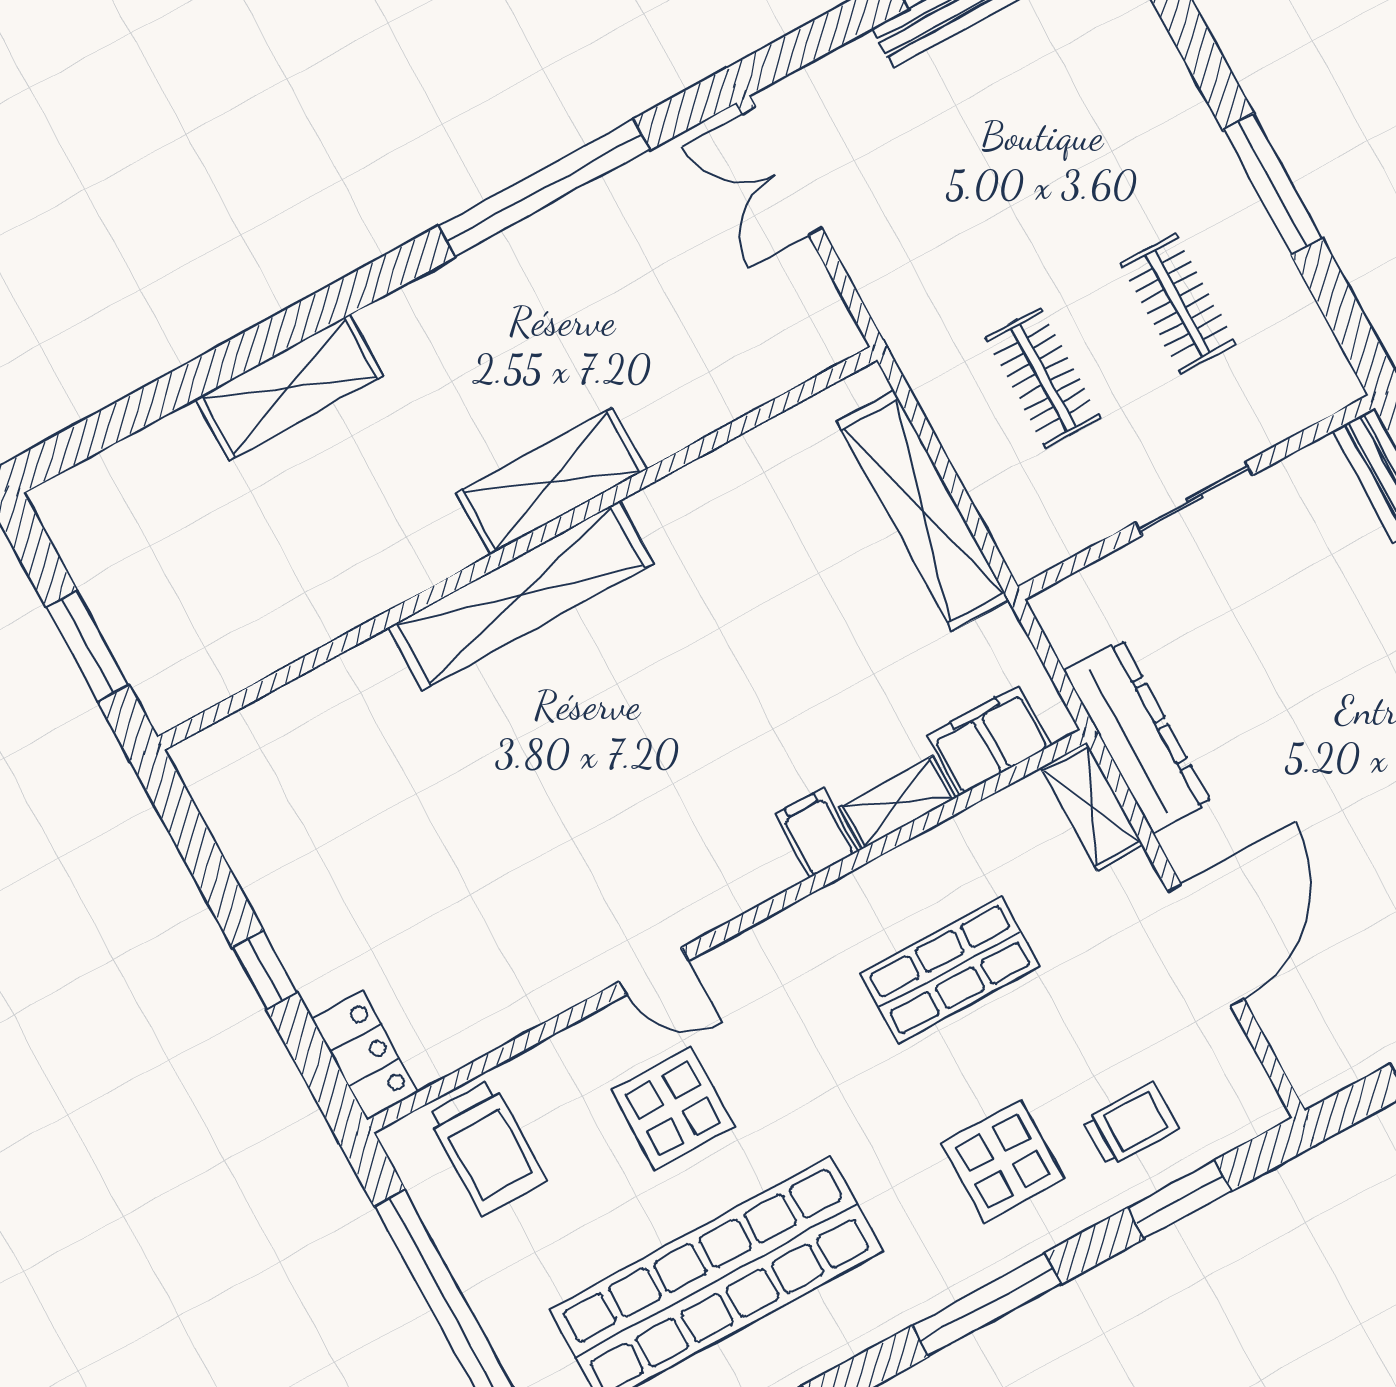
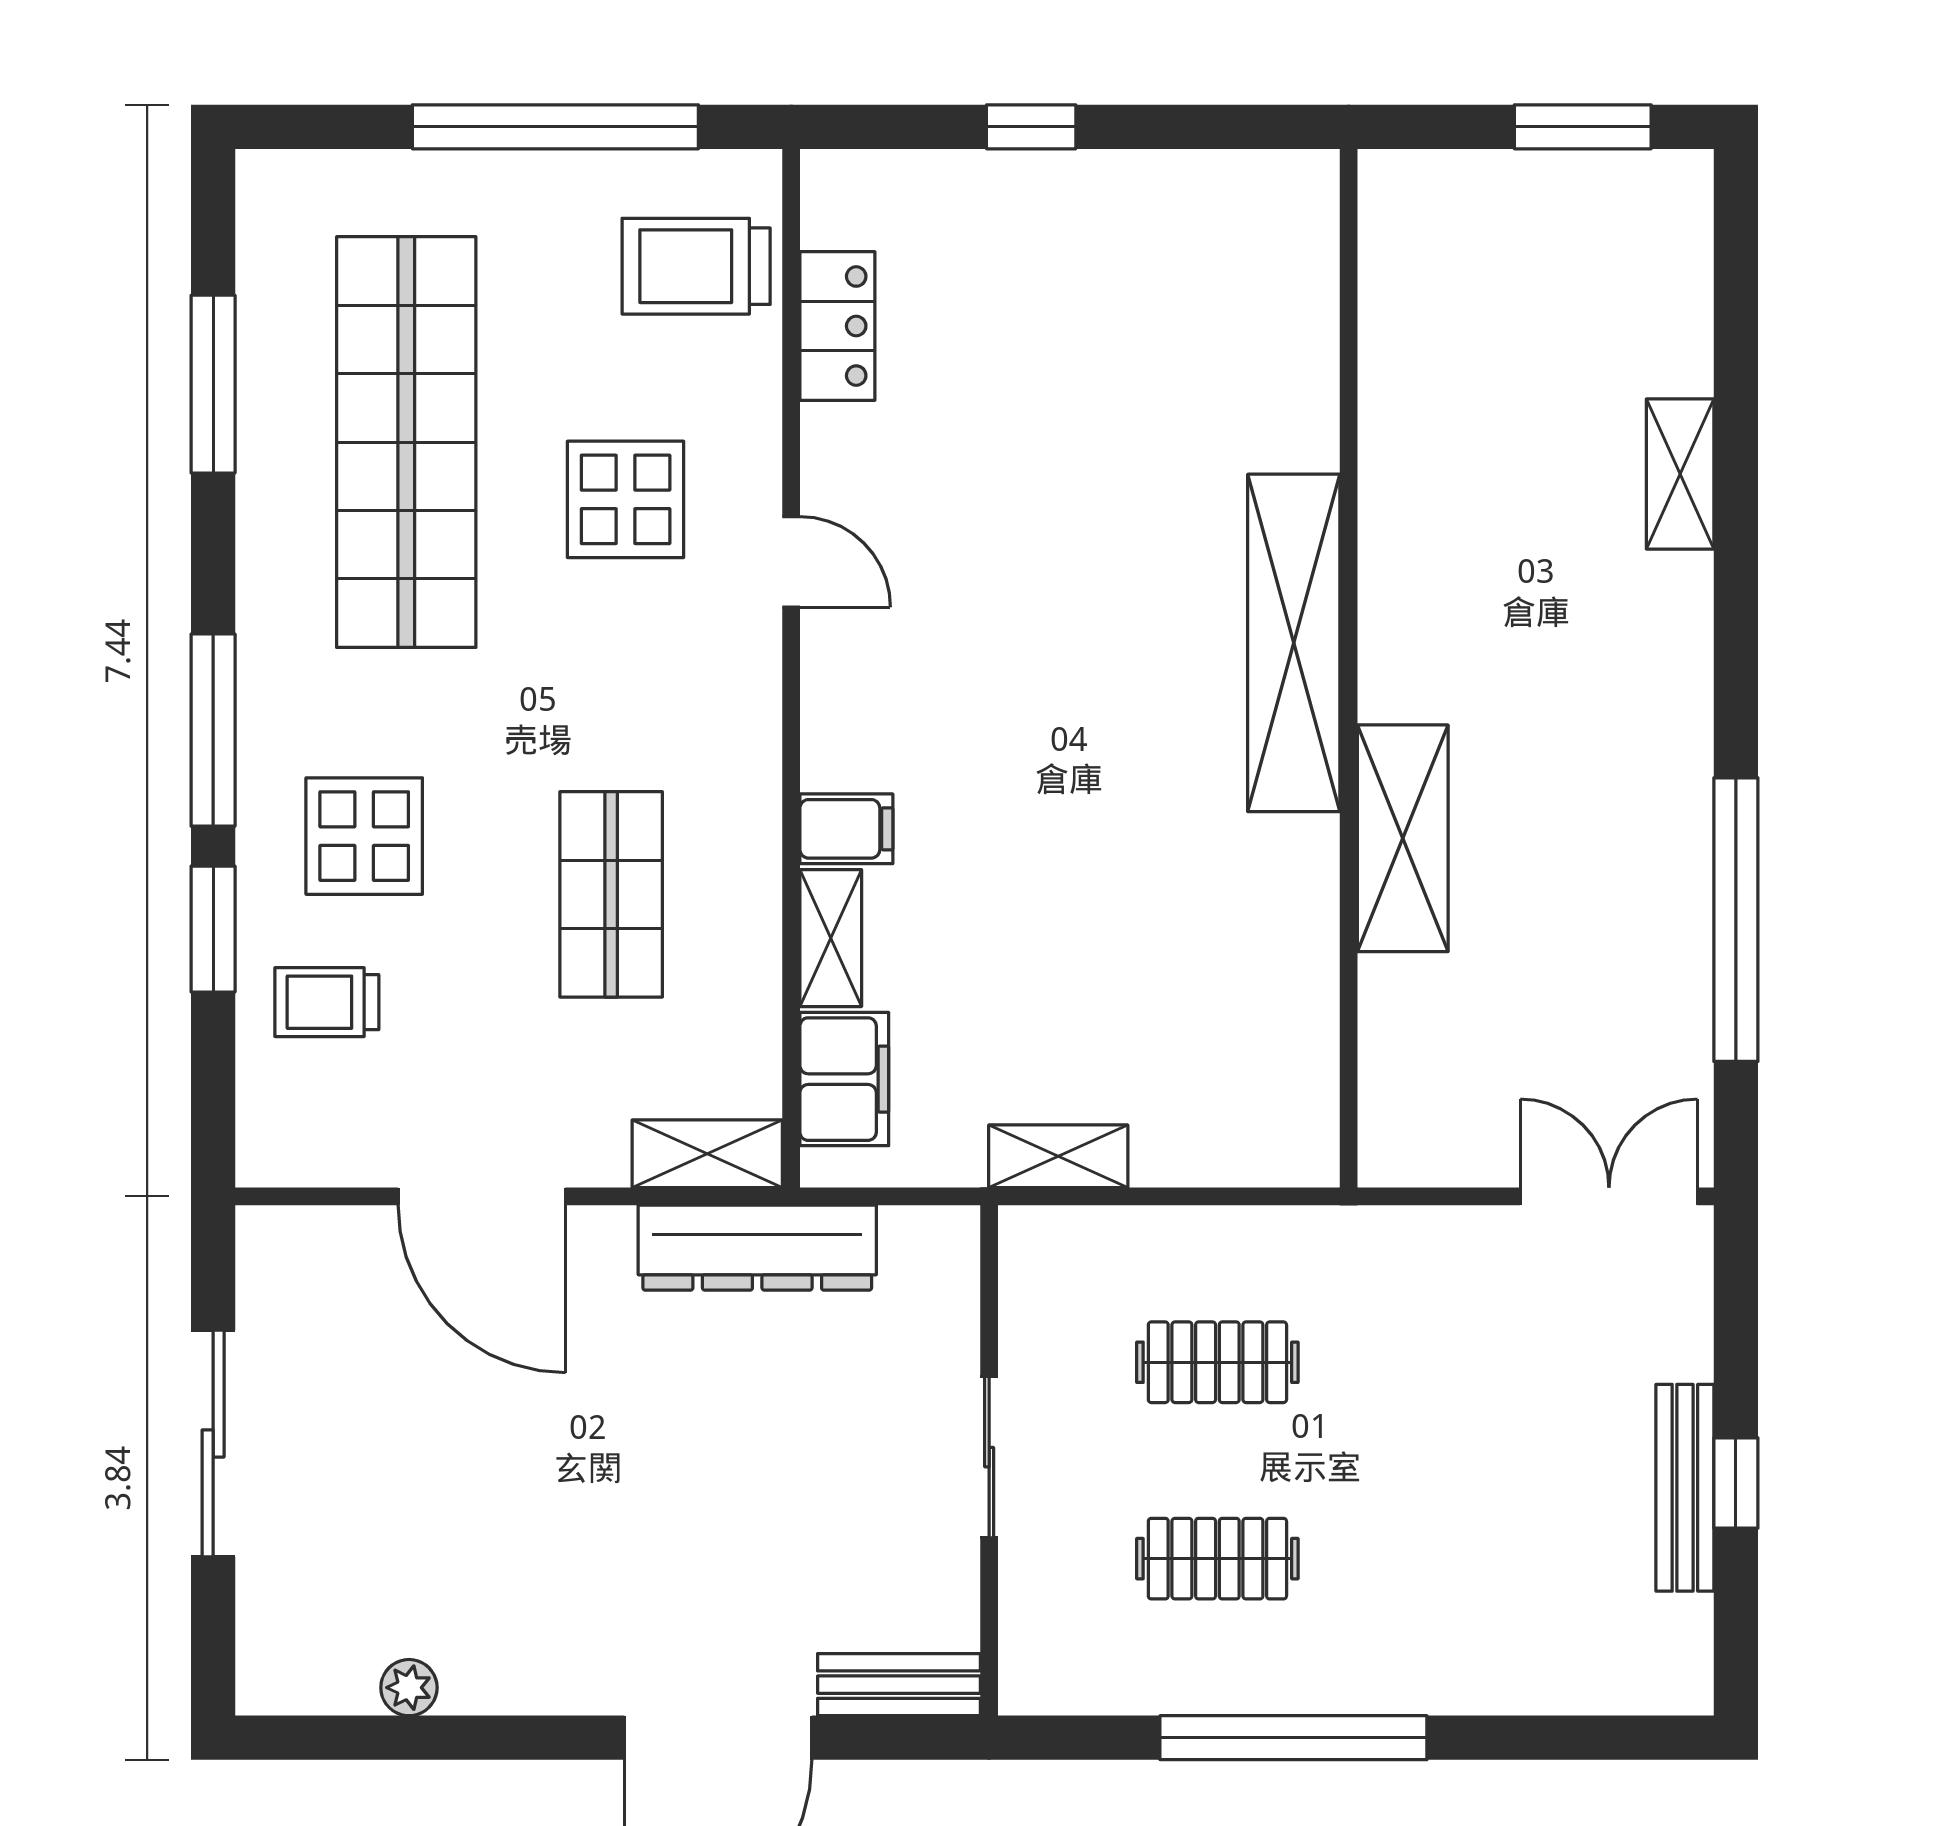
window: (1272, 184) -> (1293, 1738), width x1.46
shelving: (289, 387) -> (1680, 474), width x0.67, depth x0.75
shelving: (551, 481) -> (1403, 838), moved
shelving: (923, 511) -> (1058, 1156), width x0.45, depth x0.75
window: (87, 646) -> (1583, 127), moved
door: (654, 971) -> (791, 562), swing flipped
locker: (365, 1055) -> (837, 326), moved, turned -90
trolley: (1131, 1125) -> (327, 1002), turned 90
window: (1179, 1199) -> (213, 929), moved

